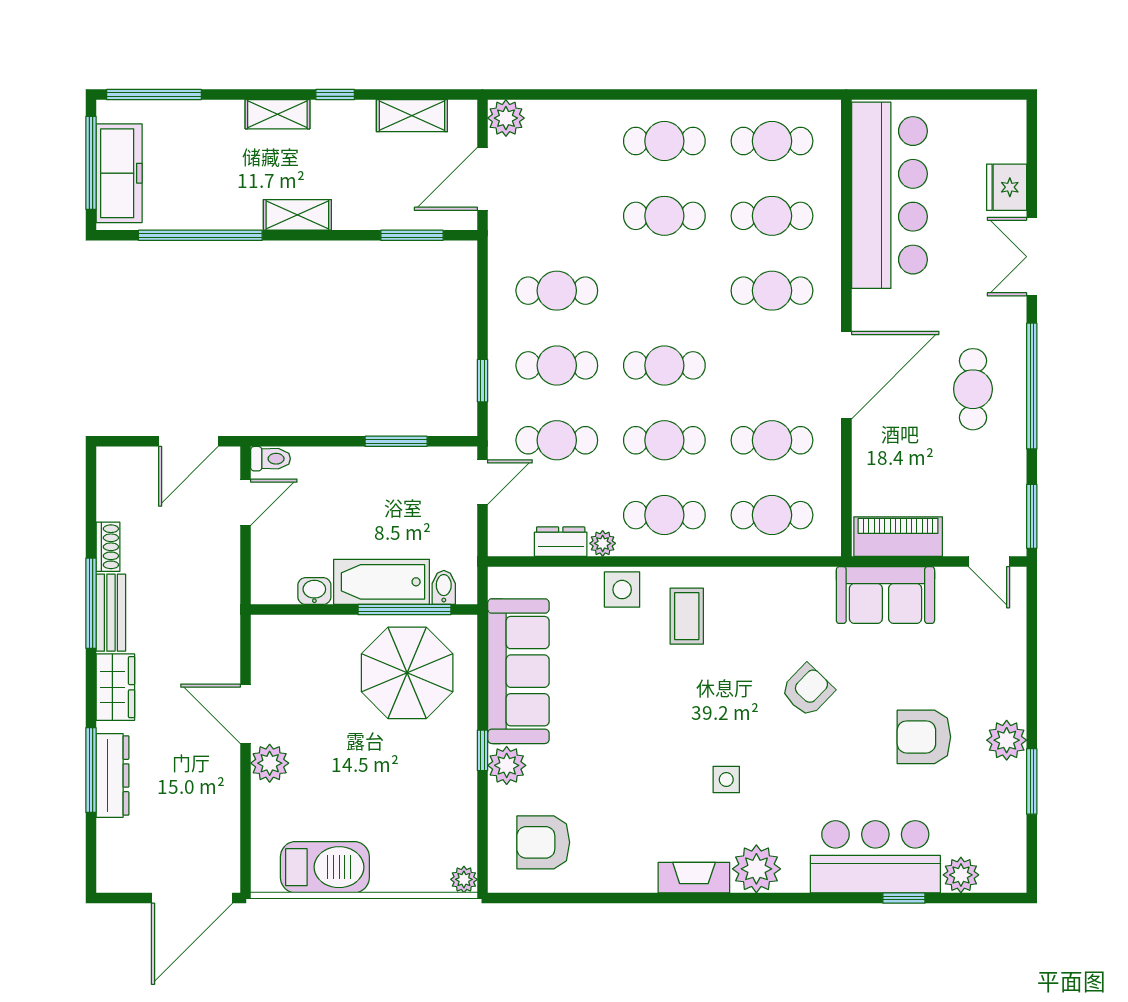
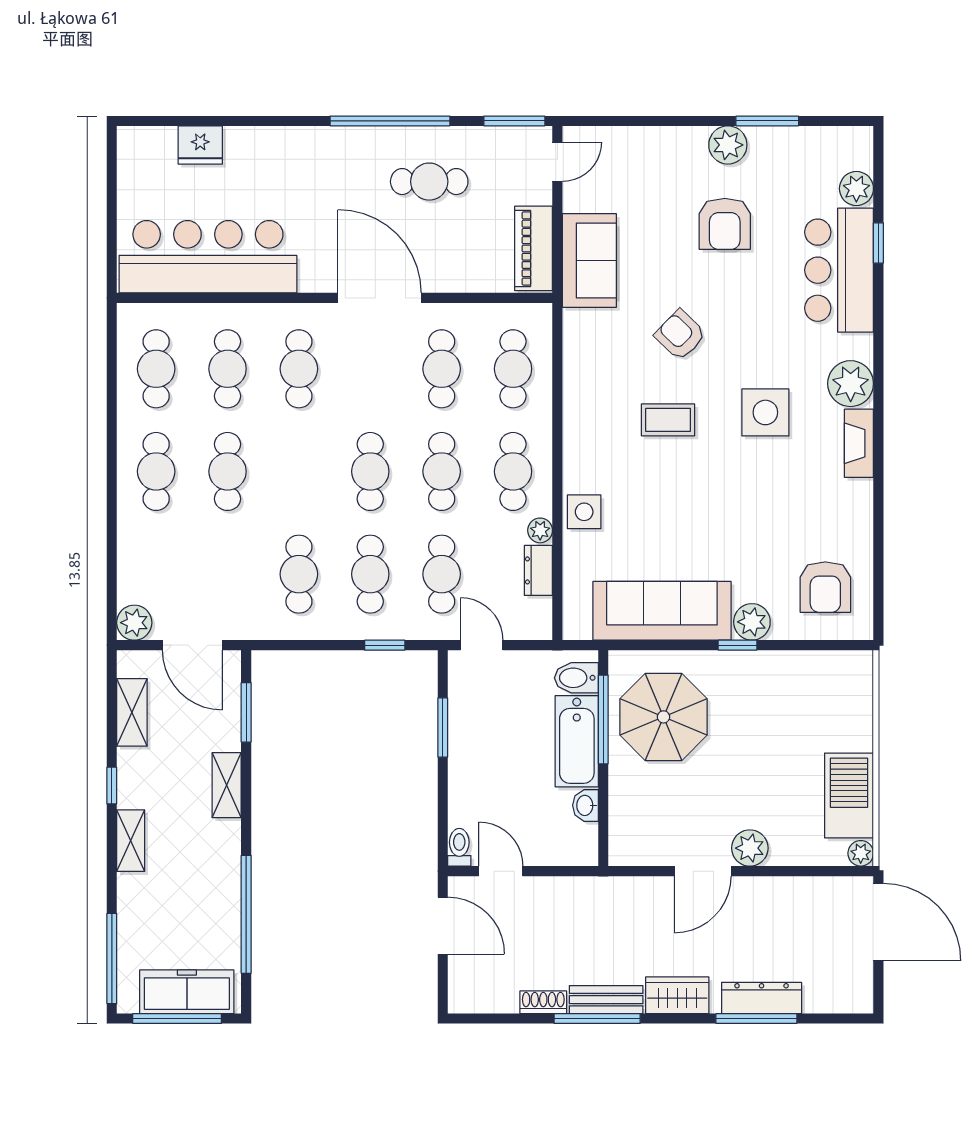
shelving: (297, 215) -> (227, 785), moved
double door: (1032, 257) -> (266, 121), removed
cafe table: (973, 389) -> (429, 182), moved
bidet: (444, 587) -> (576, 678), width x1.38, depth x1.36
coffee table: (687, 616) -> (668, 420), moved
side table: (726, 780) -> (765, 412), width x1.87, depth x1.87
plant: (464, 879) -> (861, 853), moved

